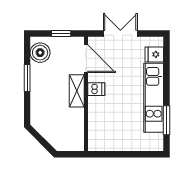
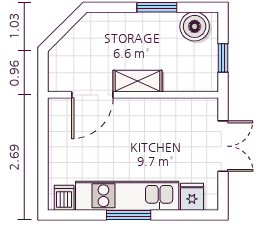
door: (86, 59) -> (92, 95), moved
dishwasher: (96, 89) -> (64, 198), moved, turned 180
window: (167, 120) -> (129, 215), moved

